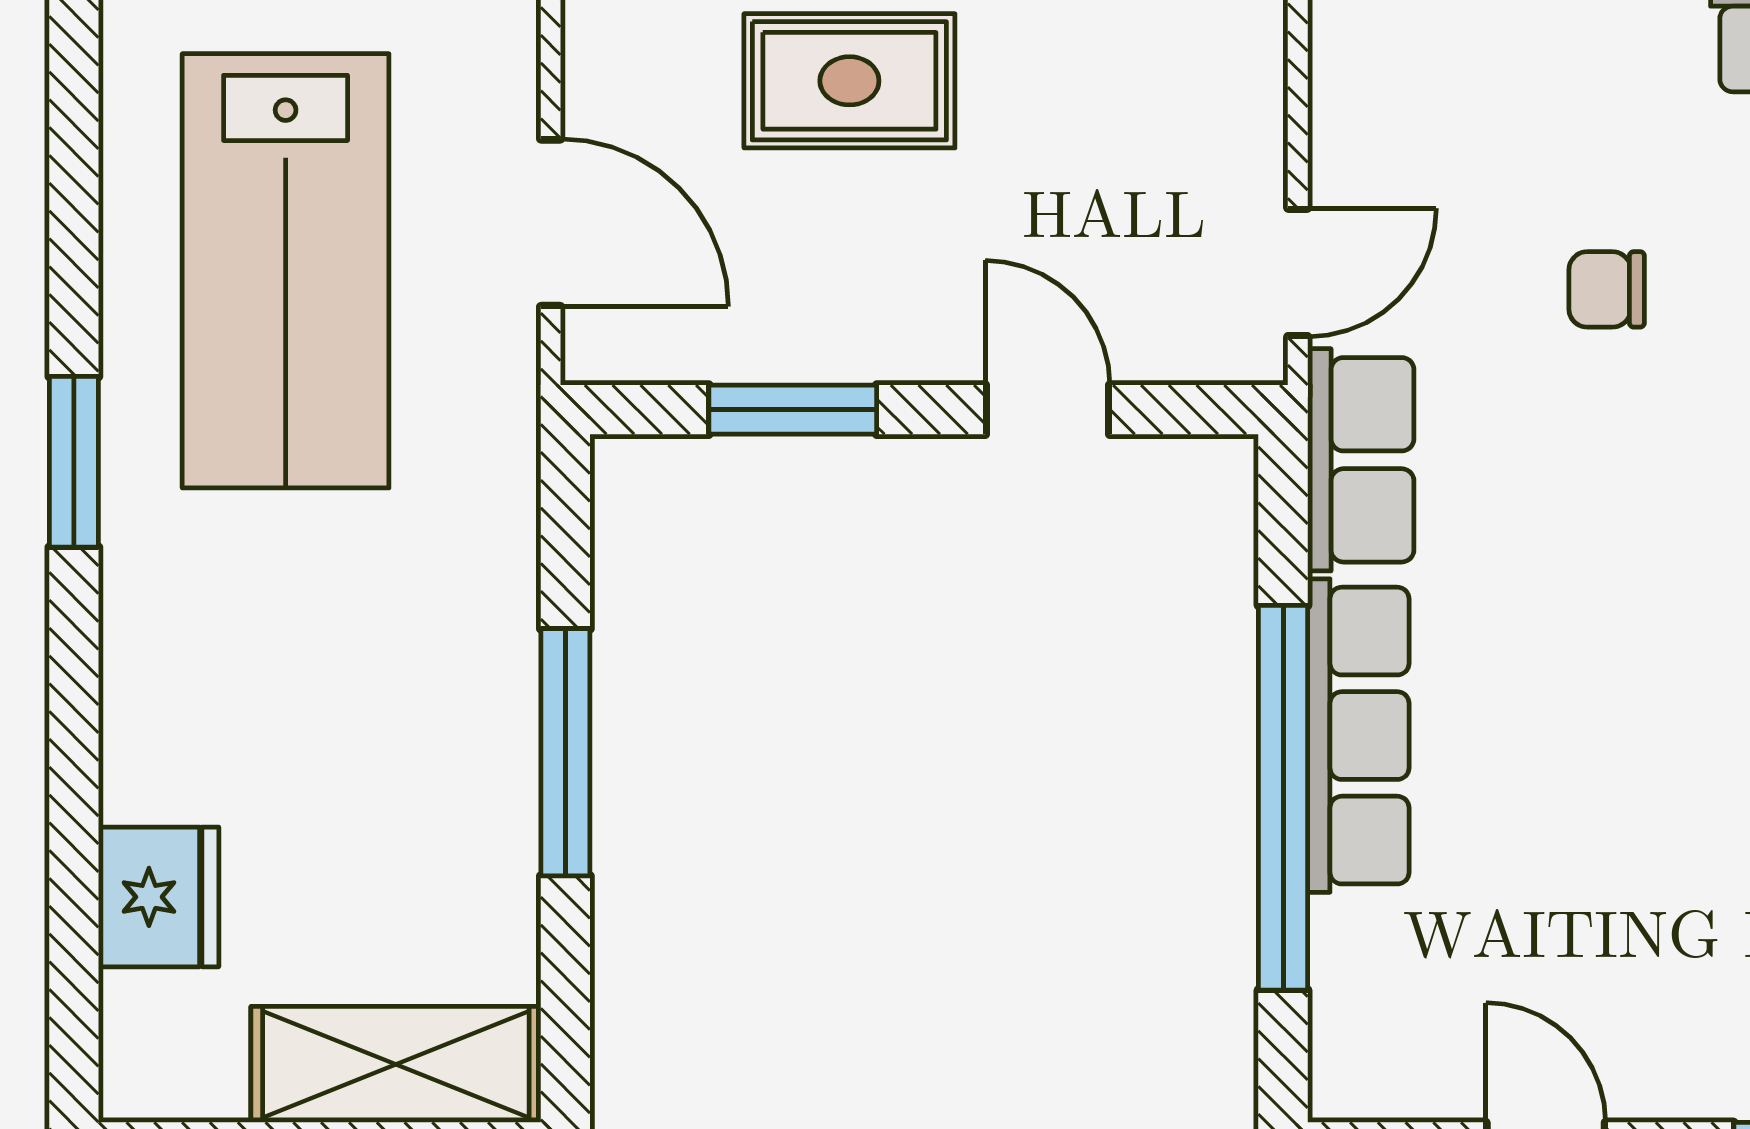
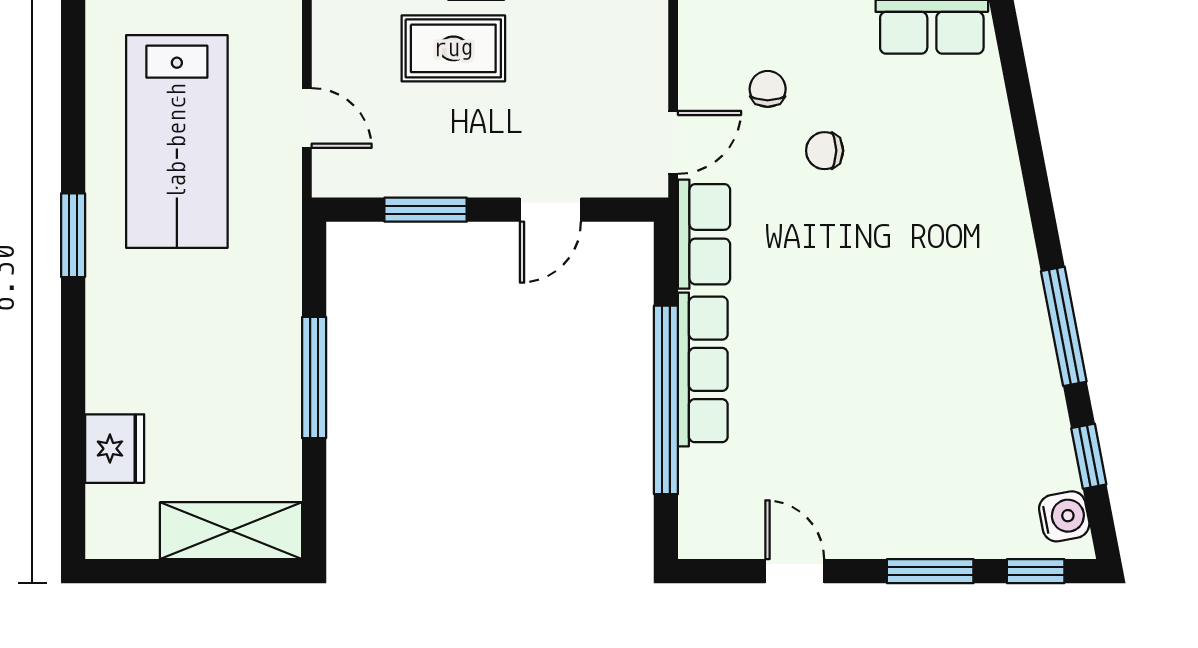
chair: (1490, 164) -> (768, 89), added
door: (551, 223) -> (307, 118), width x0.73
door: (1048, 410) -> (550, 210), swing flipped

